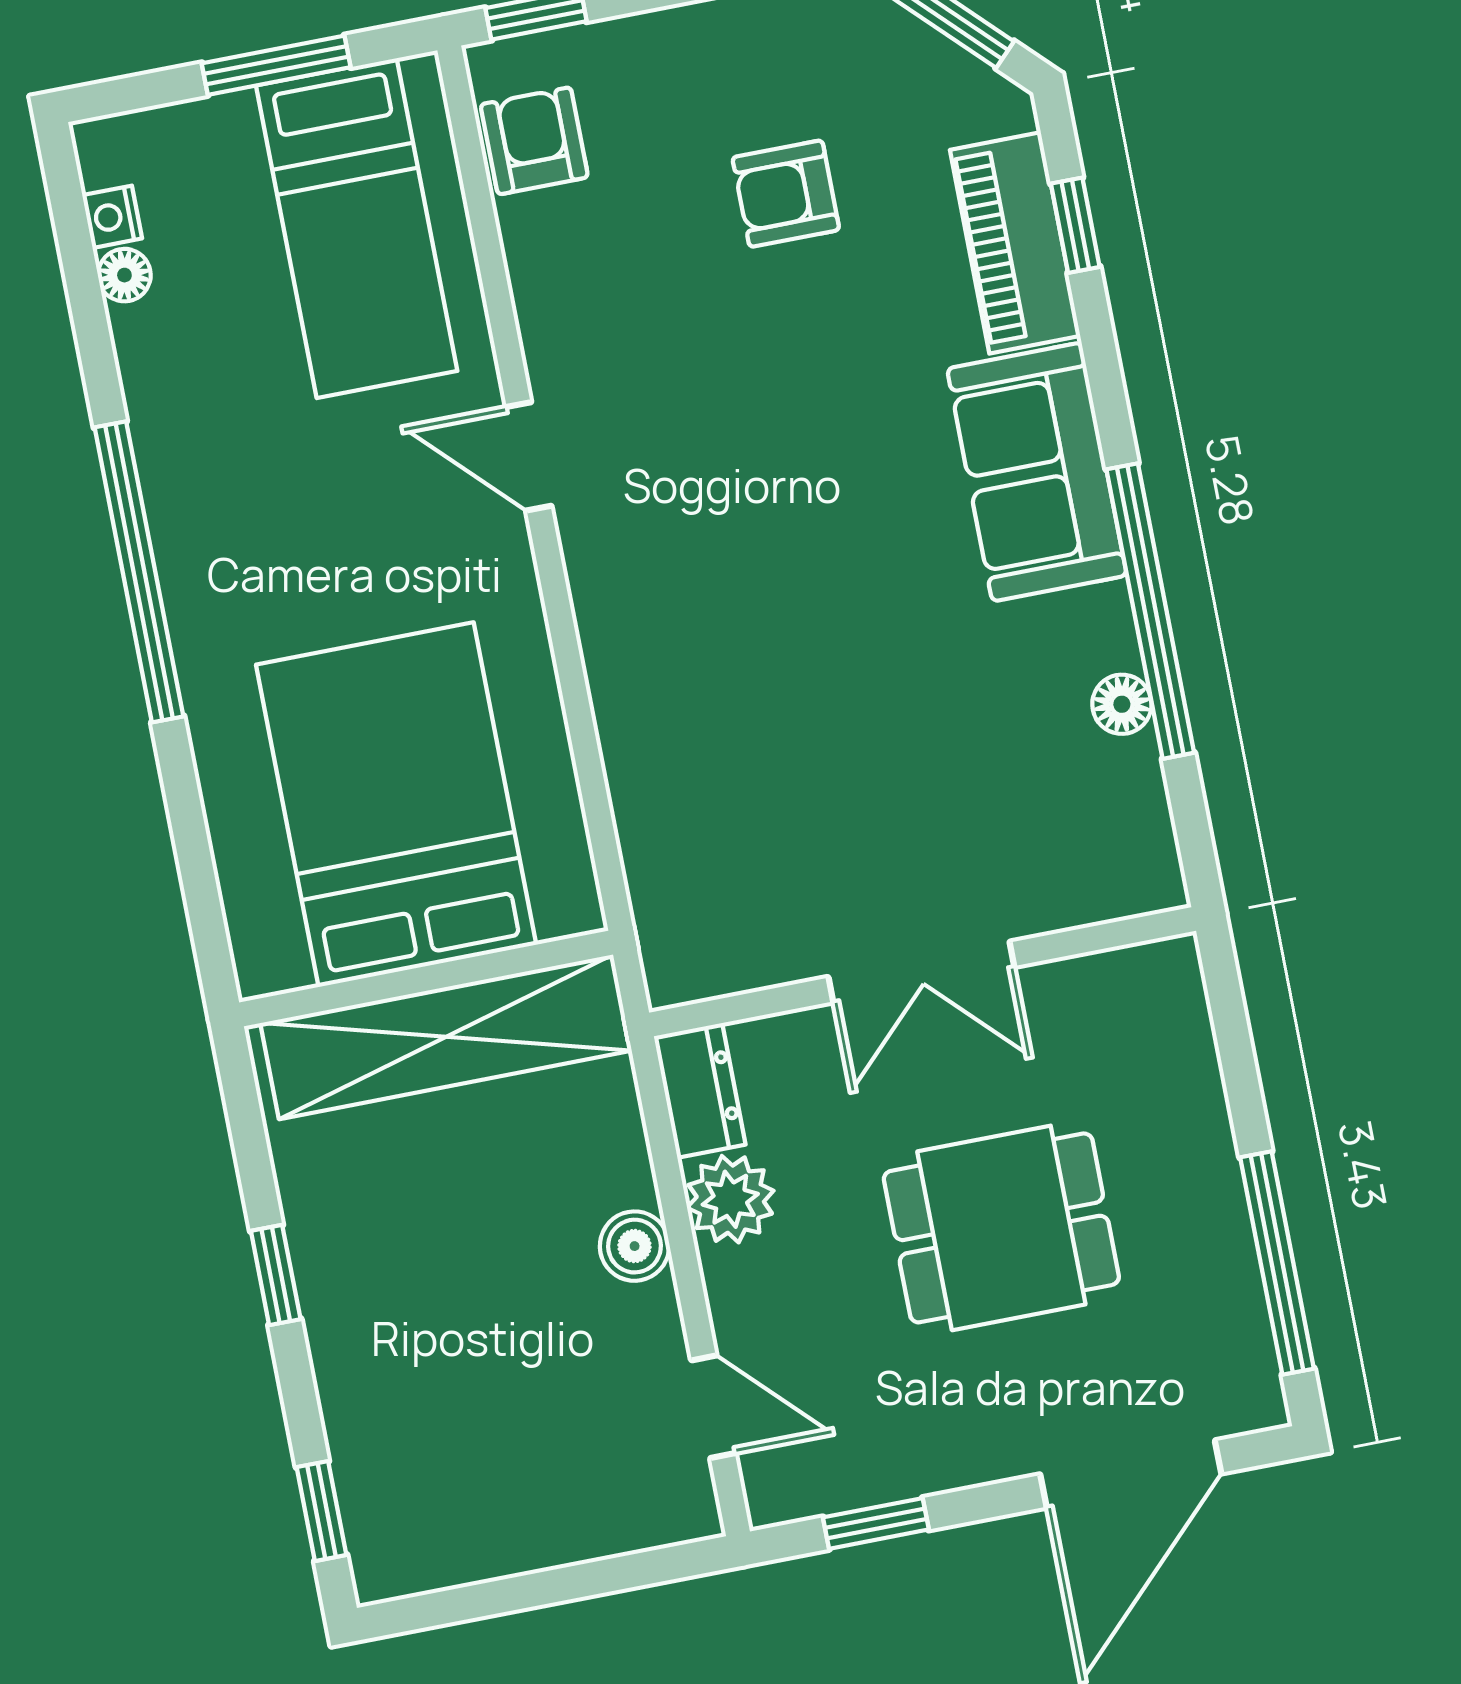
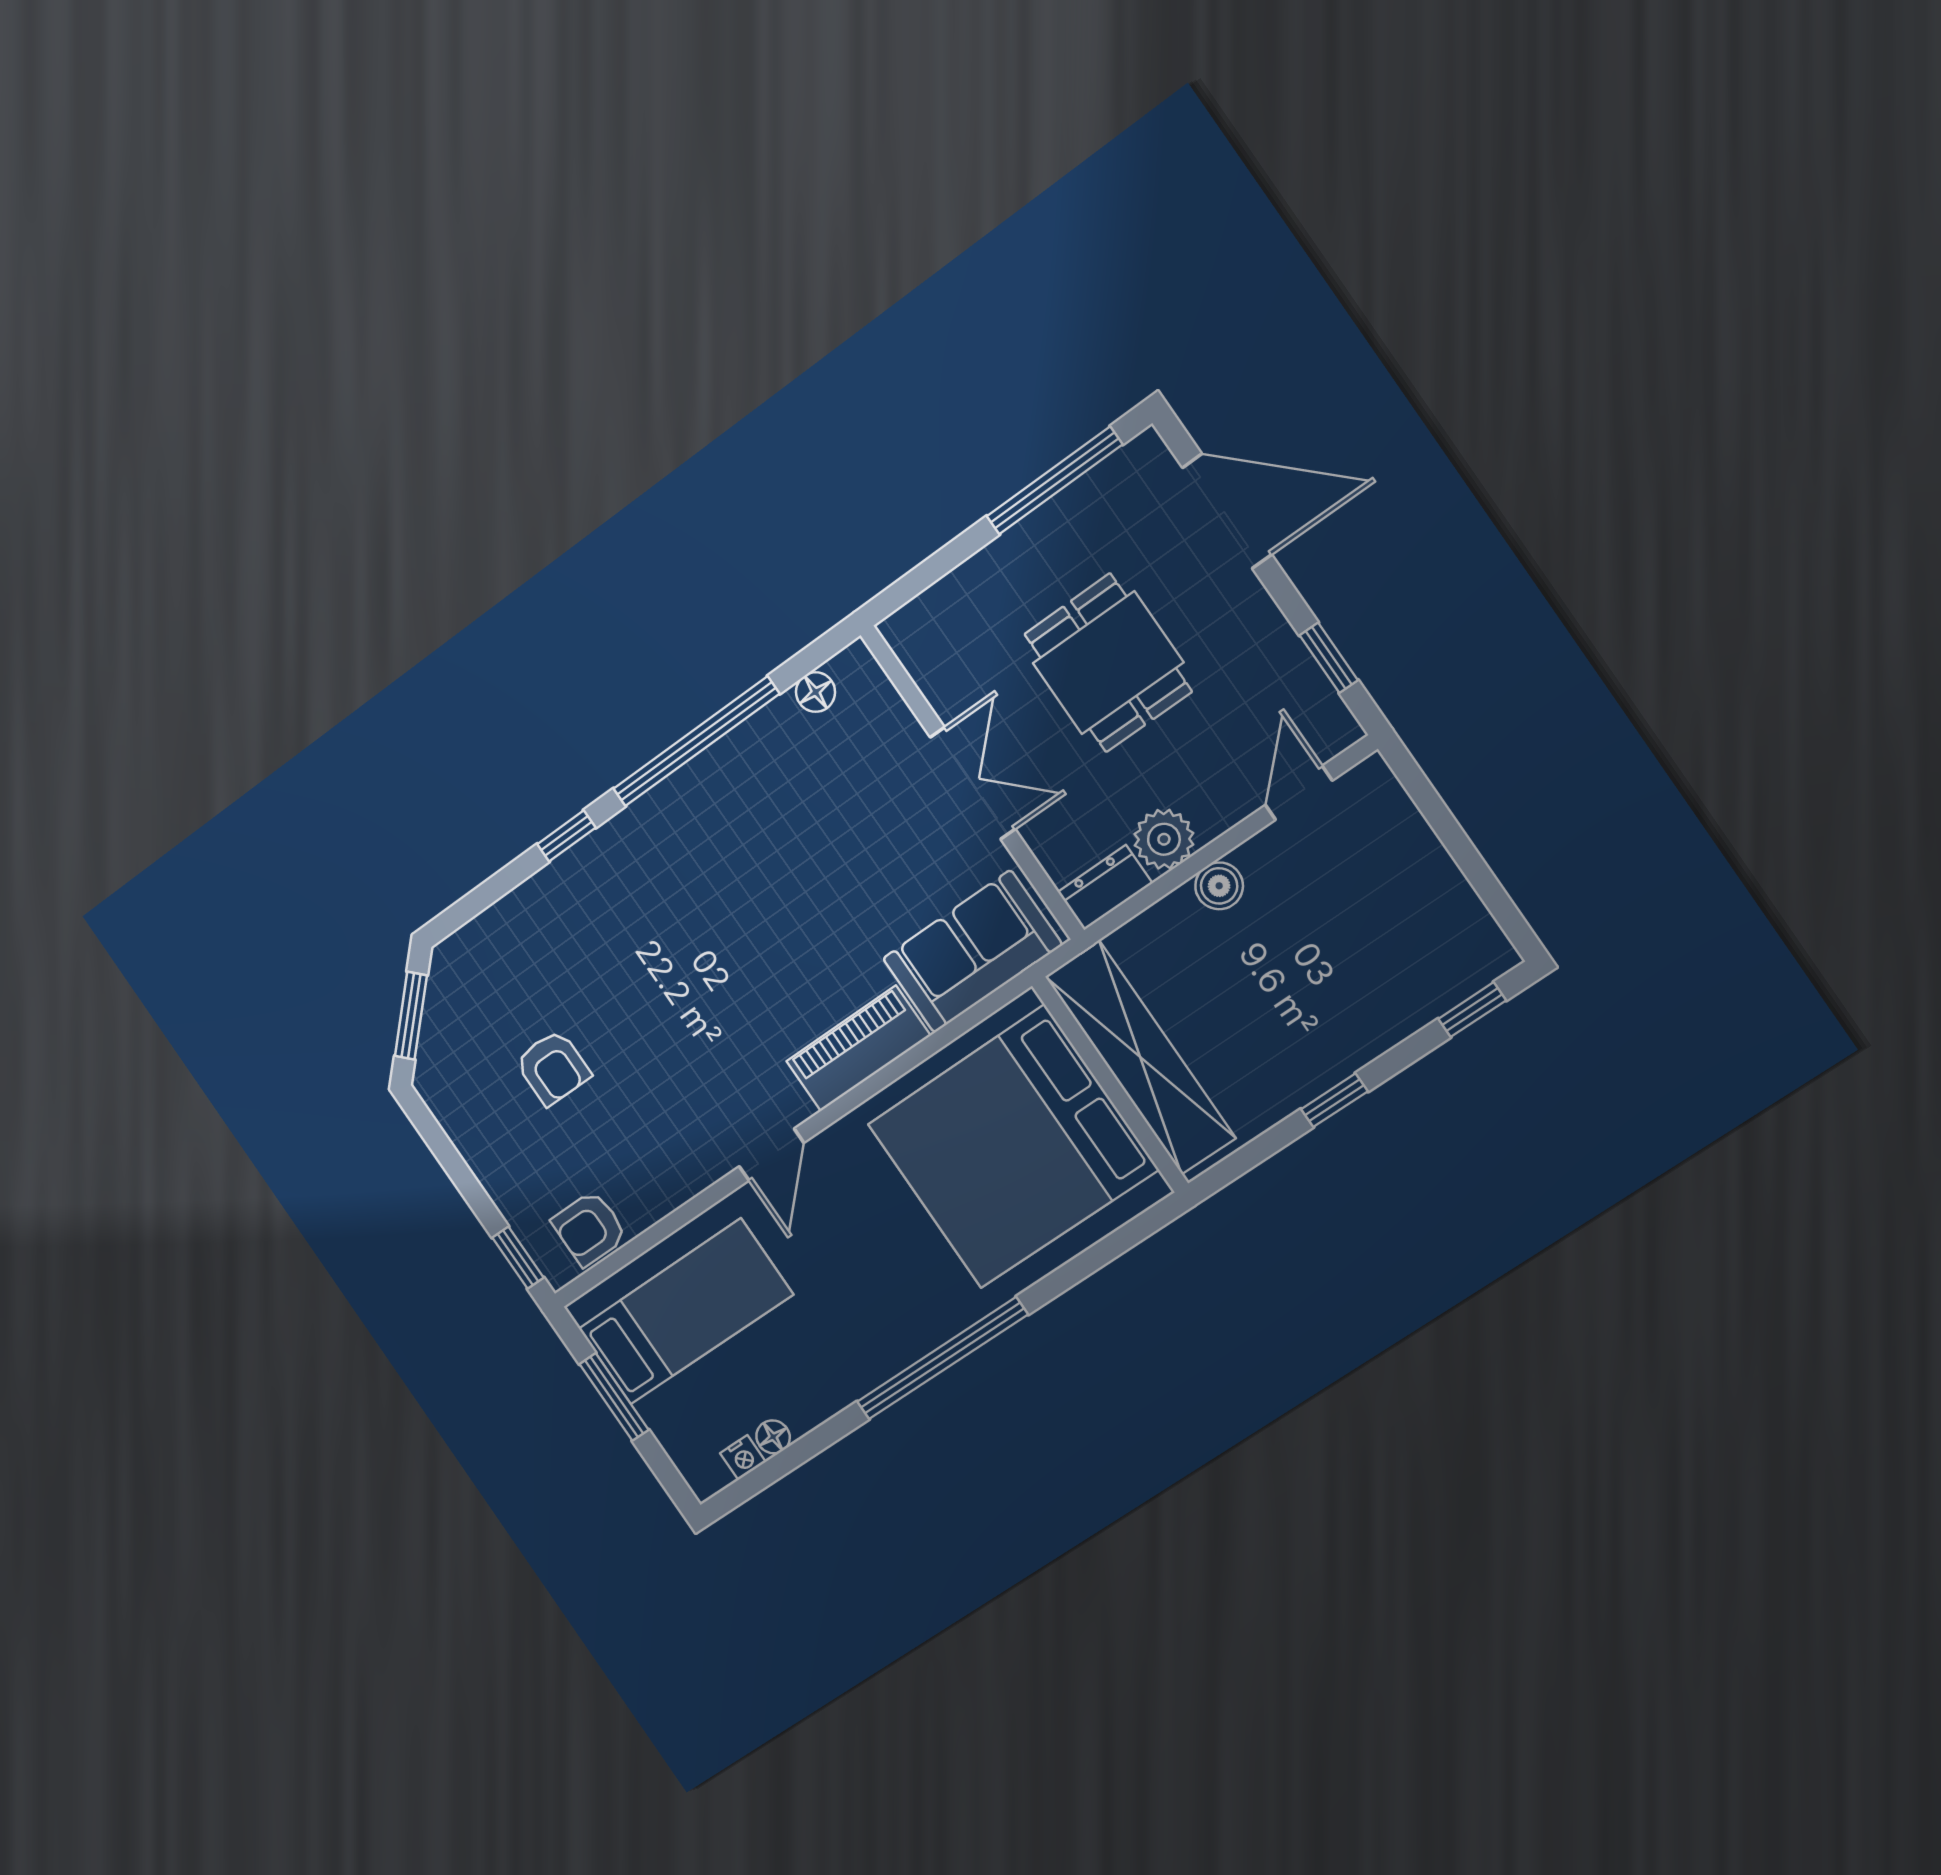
window: (1075, 225) -> (566, 836), moved
piano: (1015, 243) -> (858, 1048), moved, turned 180
sofa: (1037, 472) -> (972, 952), moved, turned 180
floor lamp: (1122, 704) -> (816, 692), moved
bed: (396, 805) -> (1013, 1147), width x1.36

